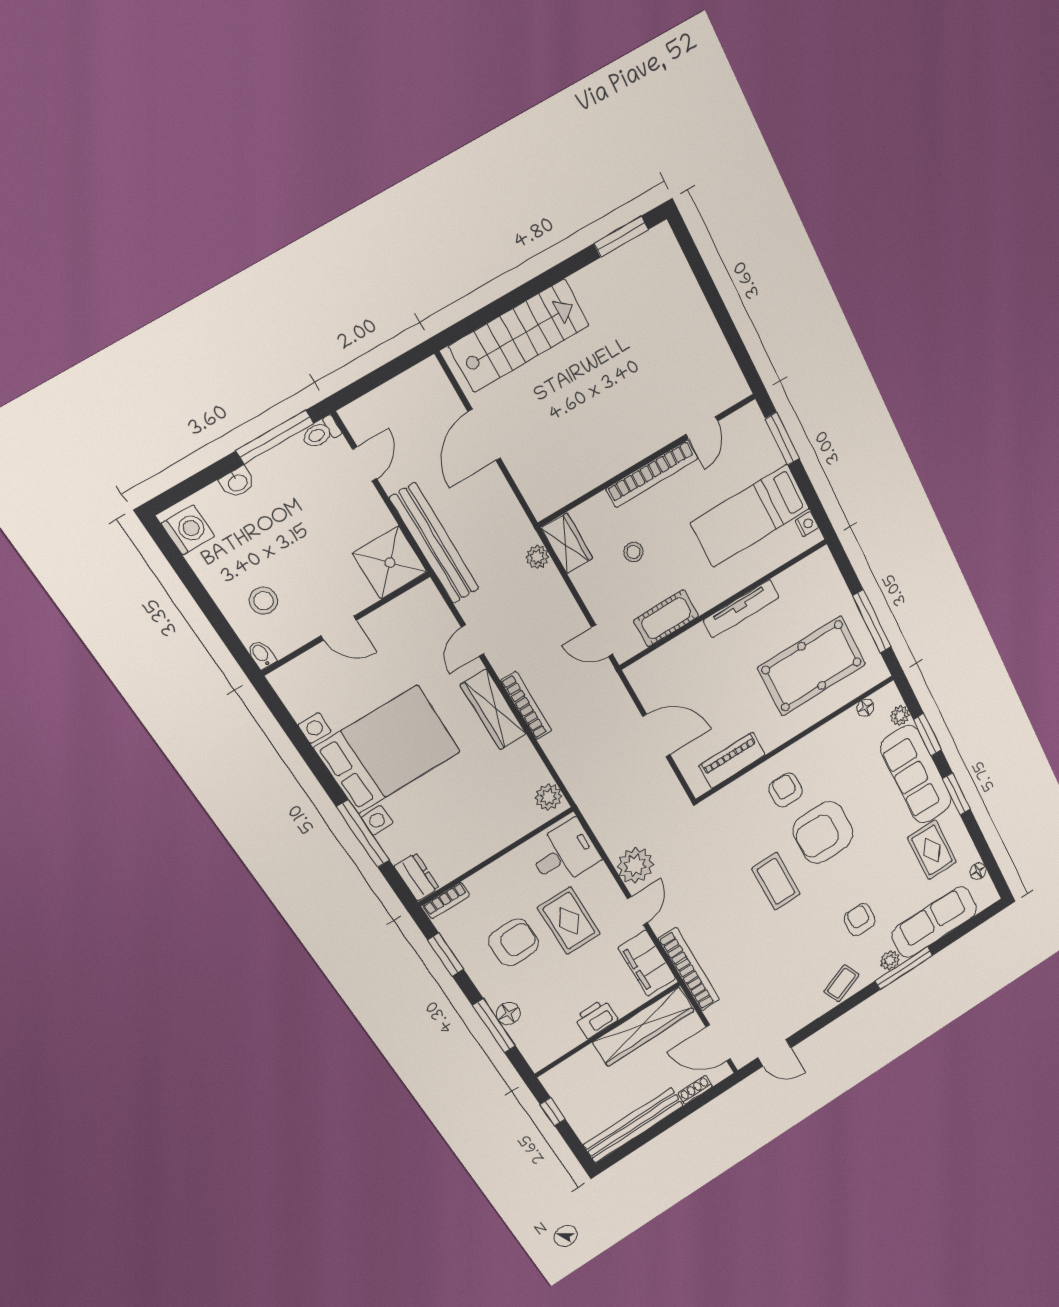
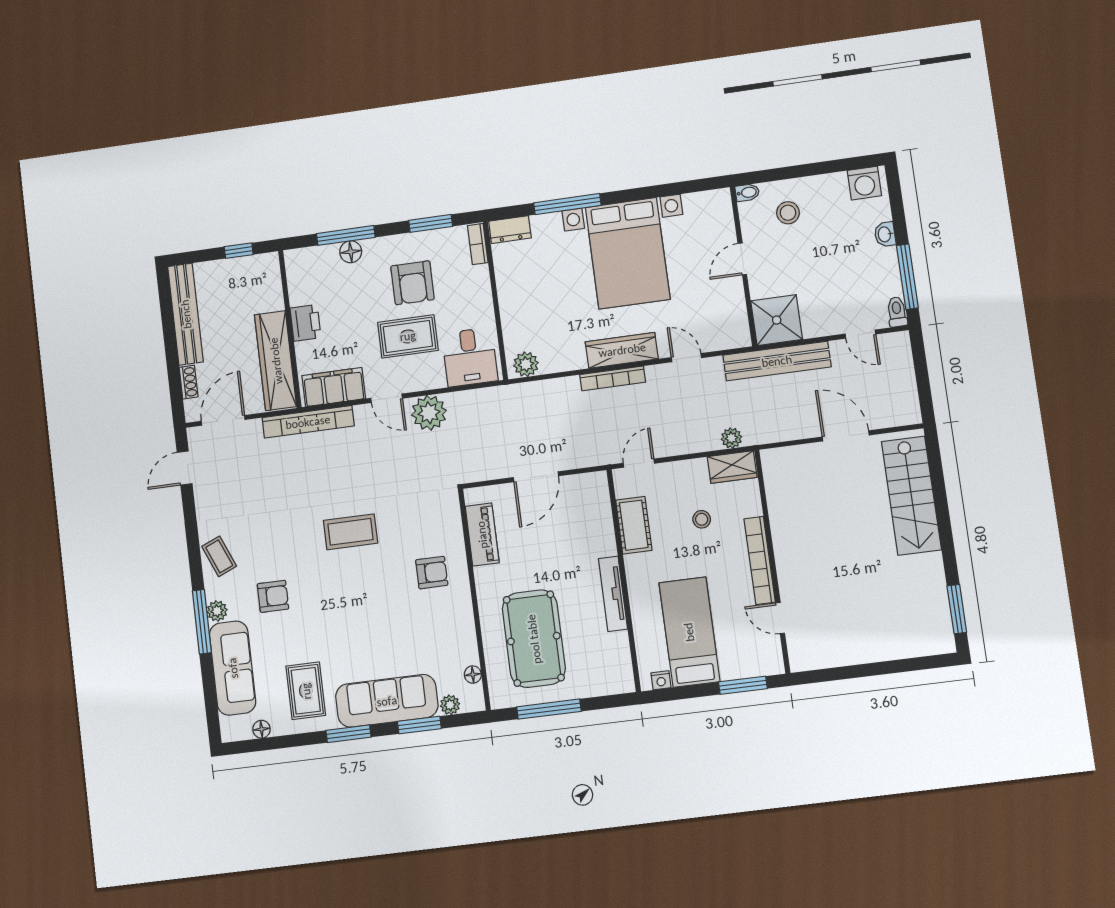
armchair: (823, 833) -> (375, 593), removed
rug: (932, 850) -> (306, 691), turned 90

